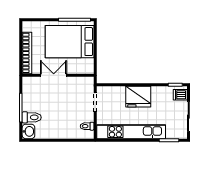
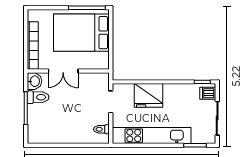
double door: (54, 75) -> (63, 71), swing flipped
fridge: (138, 97) -> (148, 95), moved
toilet: (32, 117) -> (38, 97), moved
washbasin: (28, 131) -> (34, 81), moved

